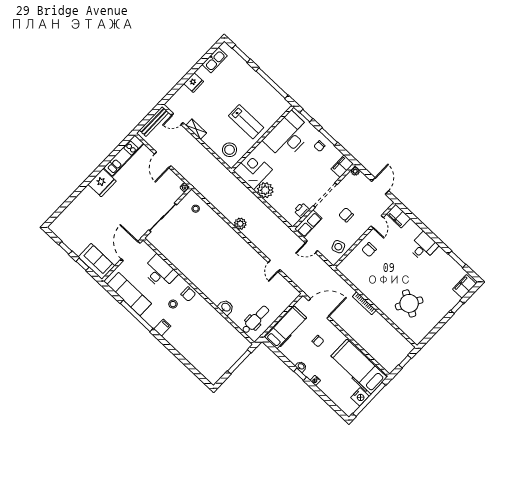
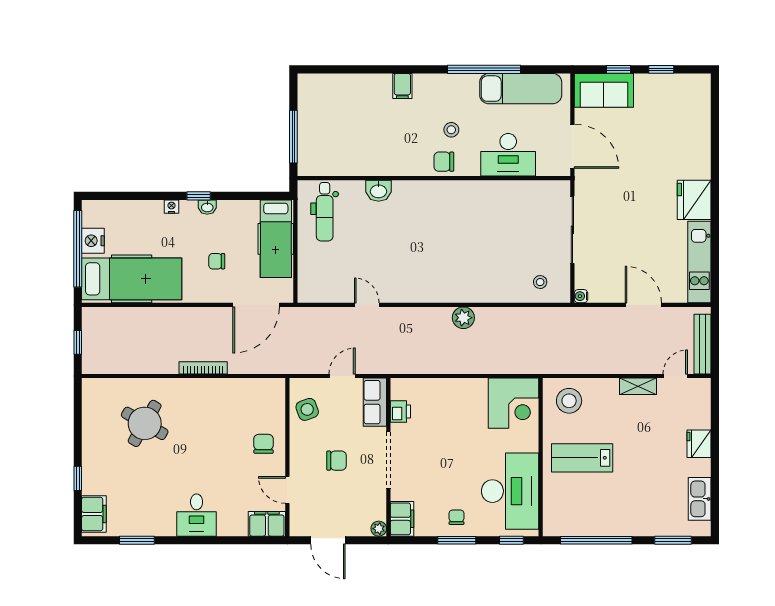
plant: (265, 190) -> (472, 392), removed
filing cabinet: (162, 328) -> (402, 86), moved

